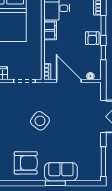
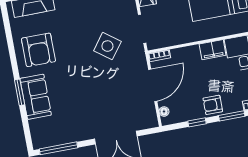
side table: (40, 121) -> (107, 46), moved

